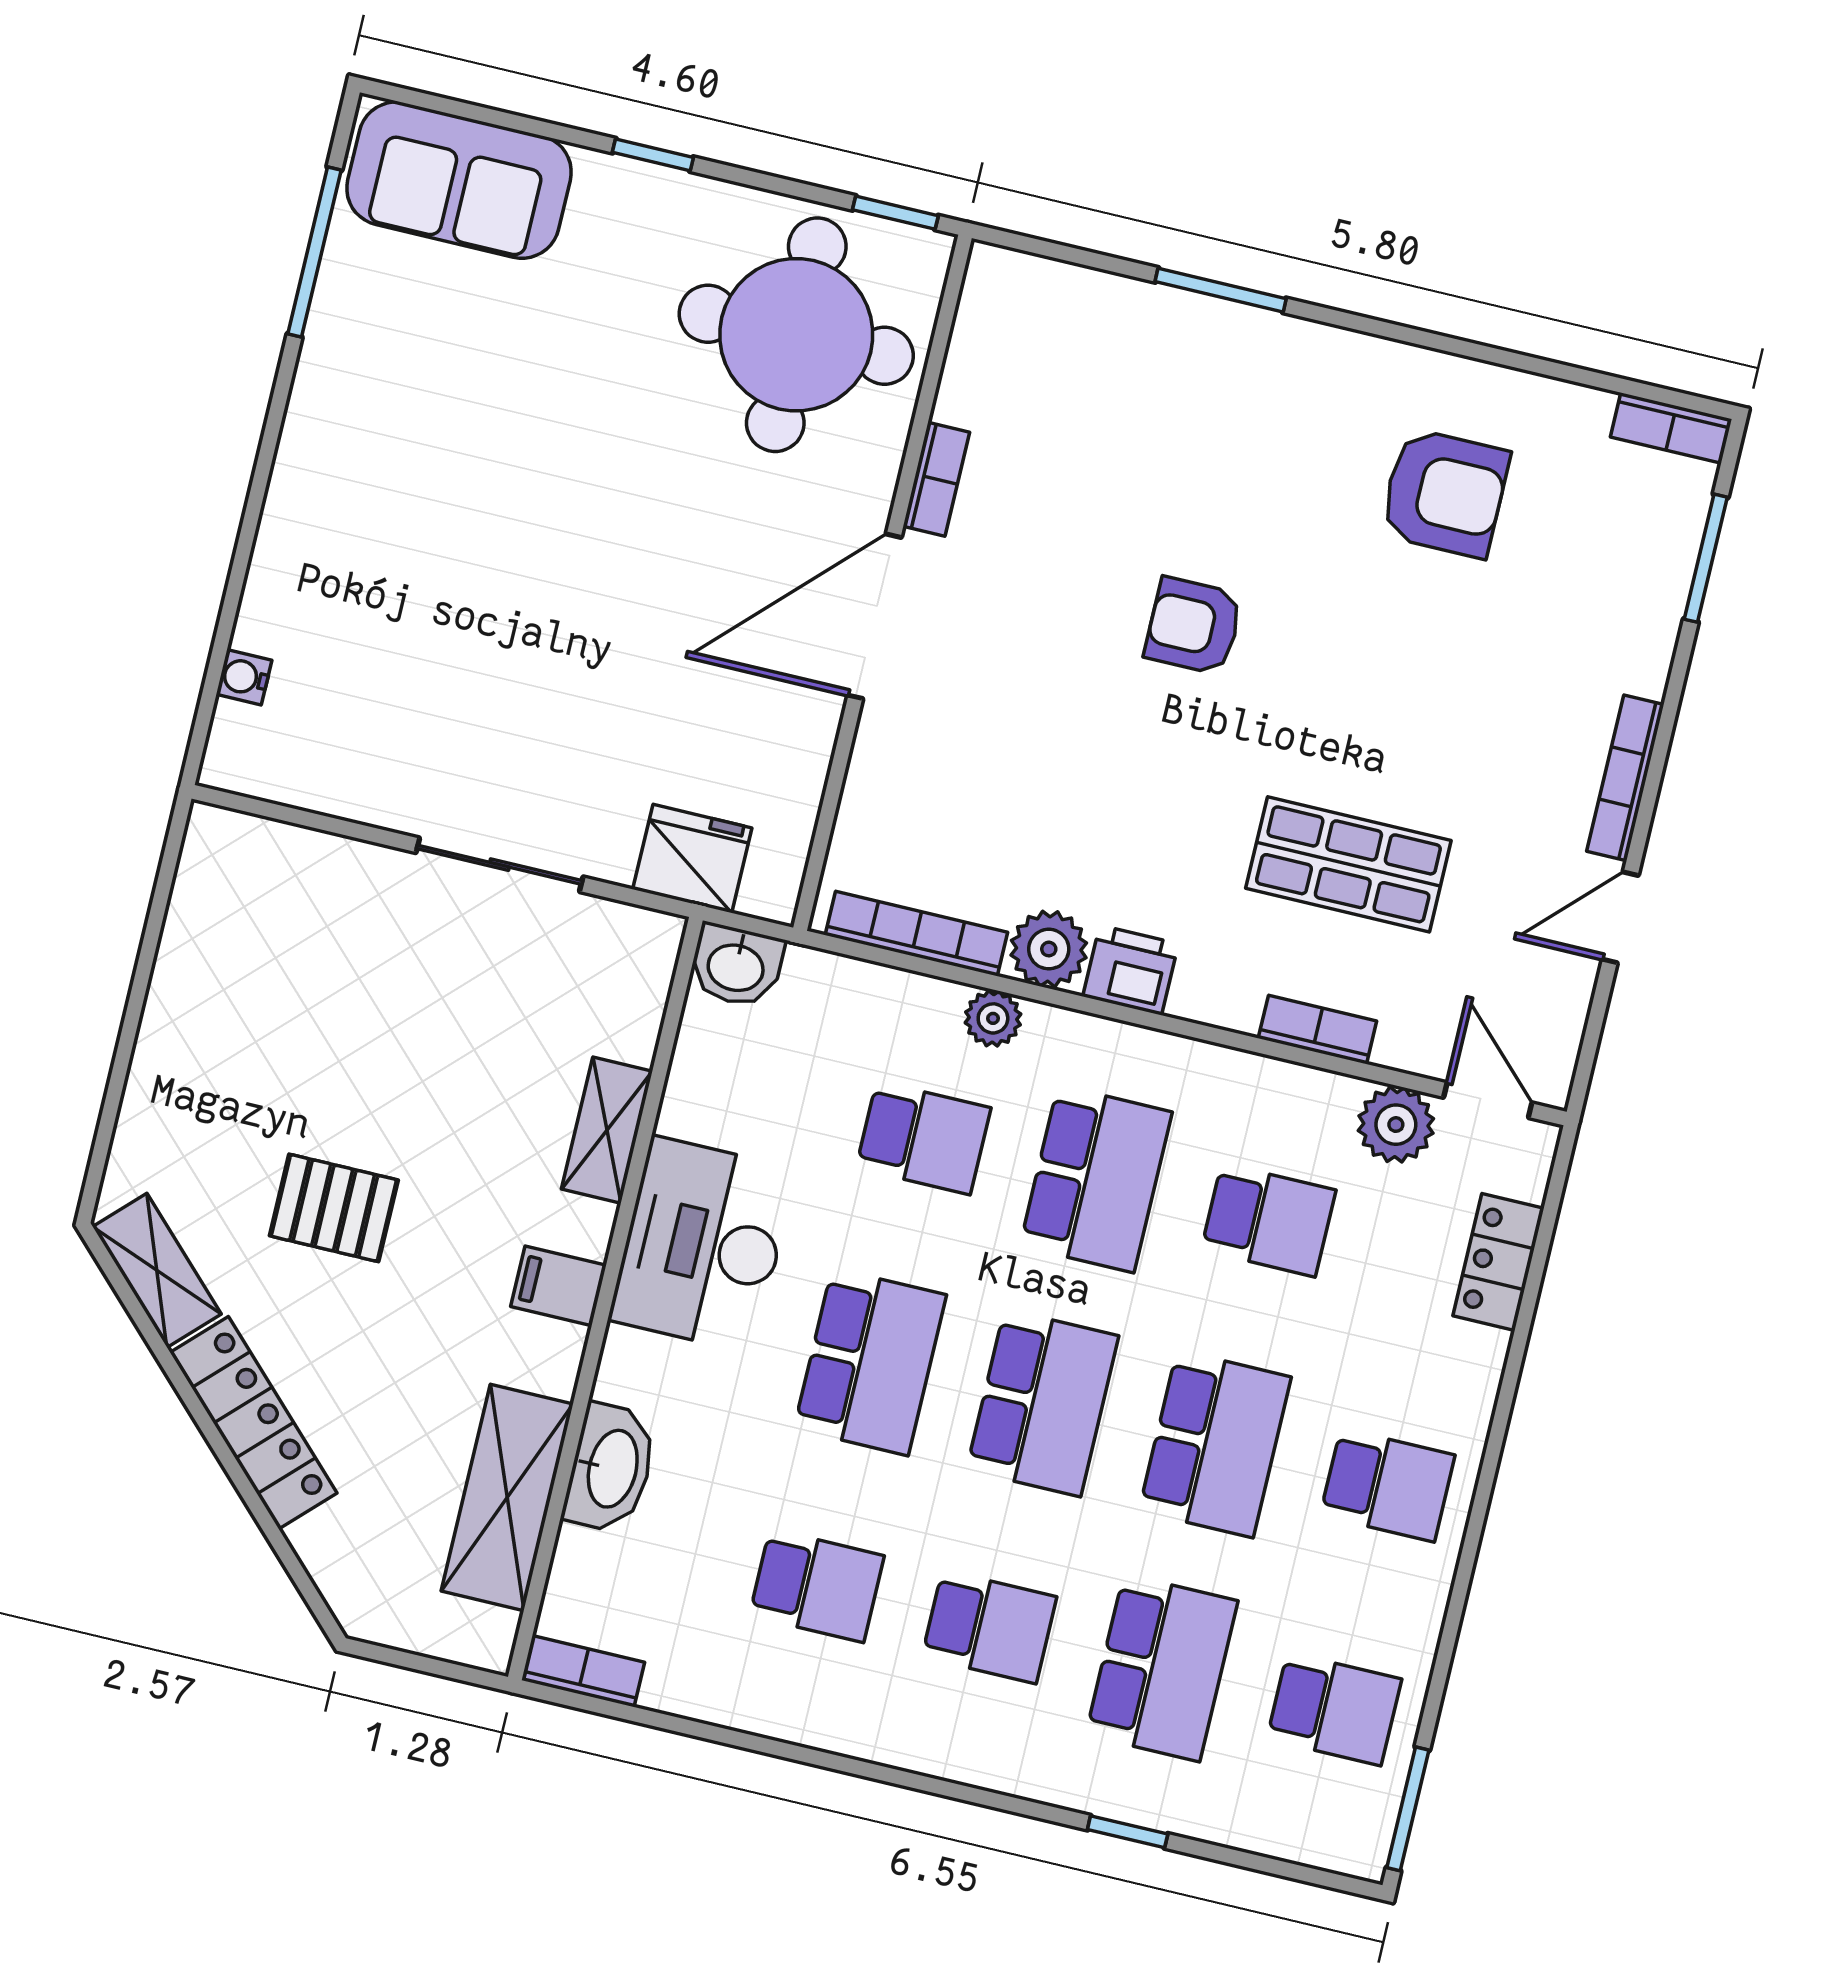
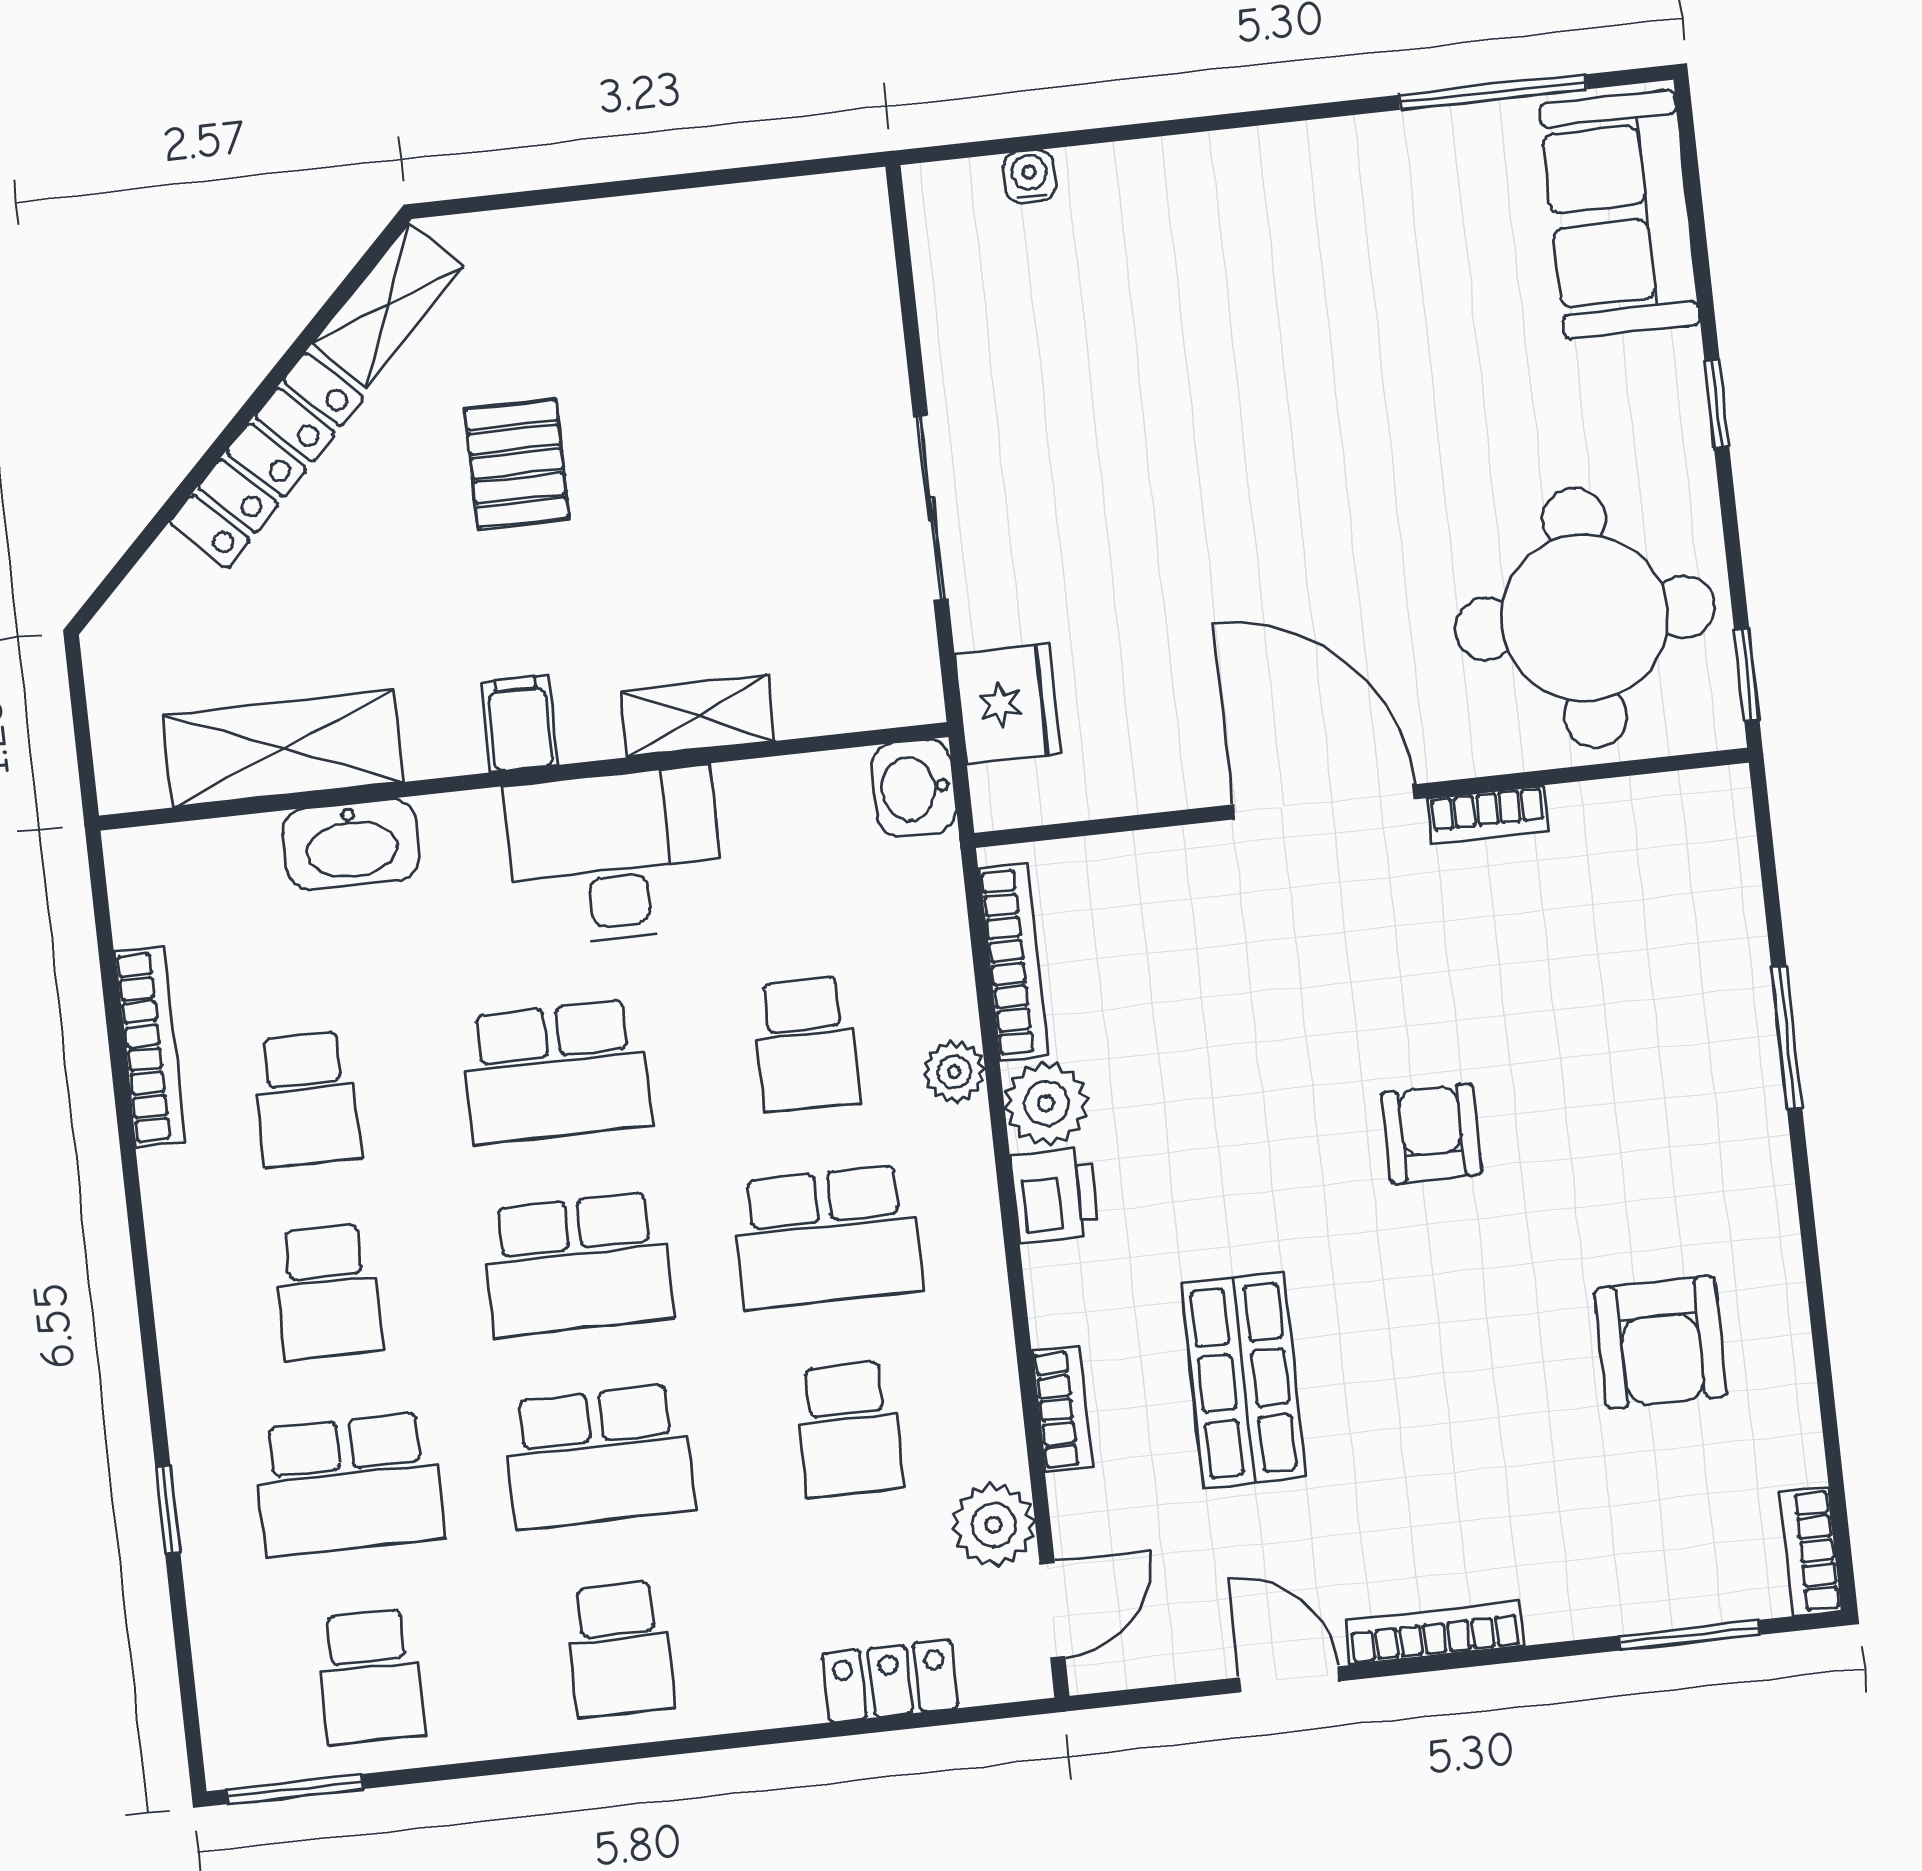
bookcase: (583, 1671) -> (150, 1047), moved, width x1.56

